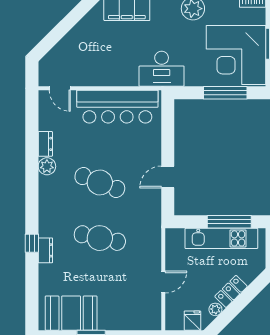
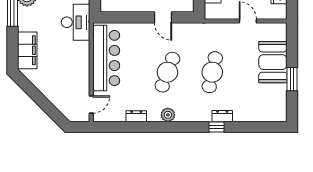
plant: (47, 166) -> (168, 115), moved
booth: (71, 313) -> (273, 62), moved

